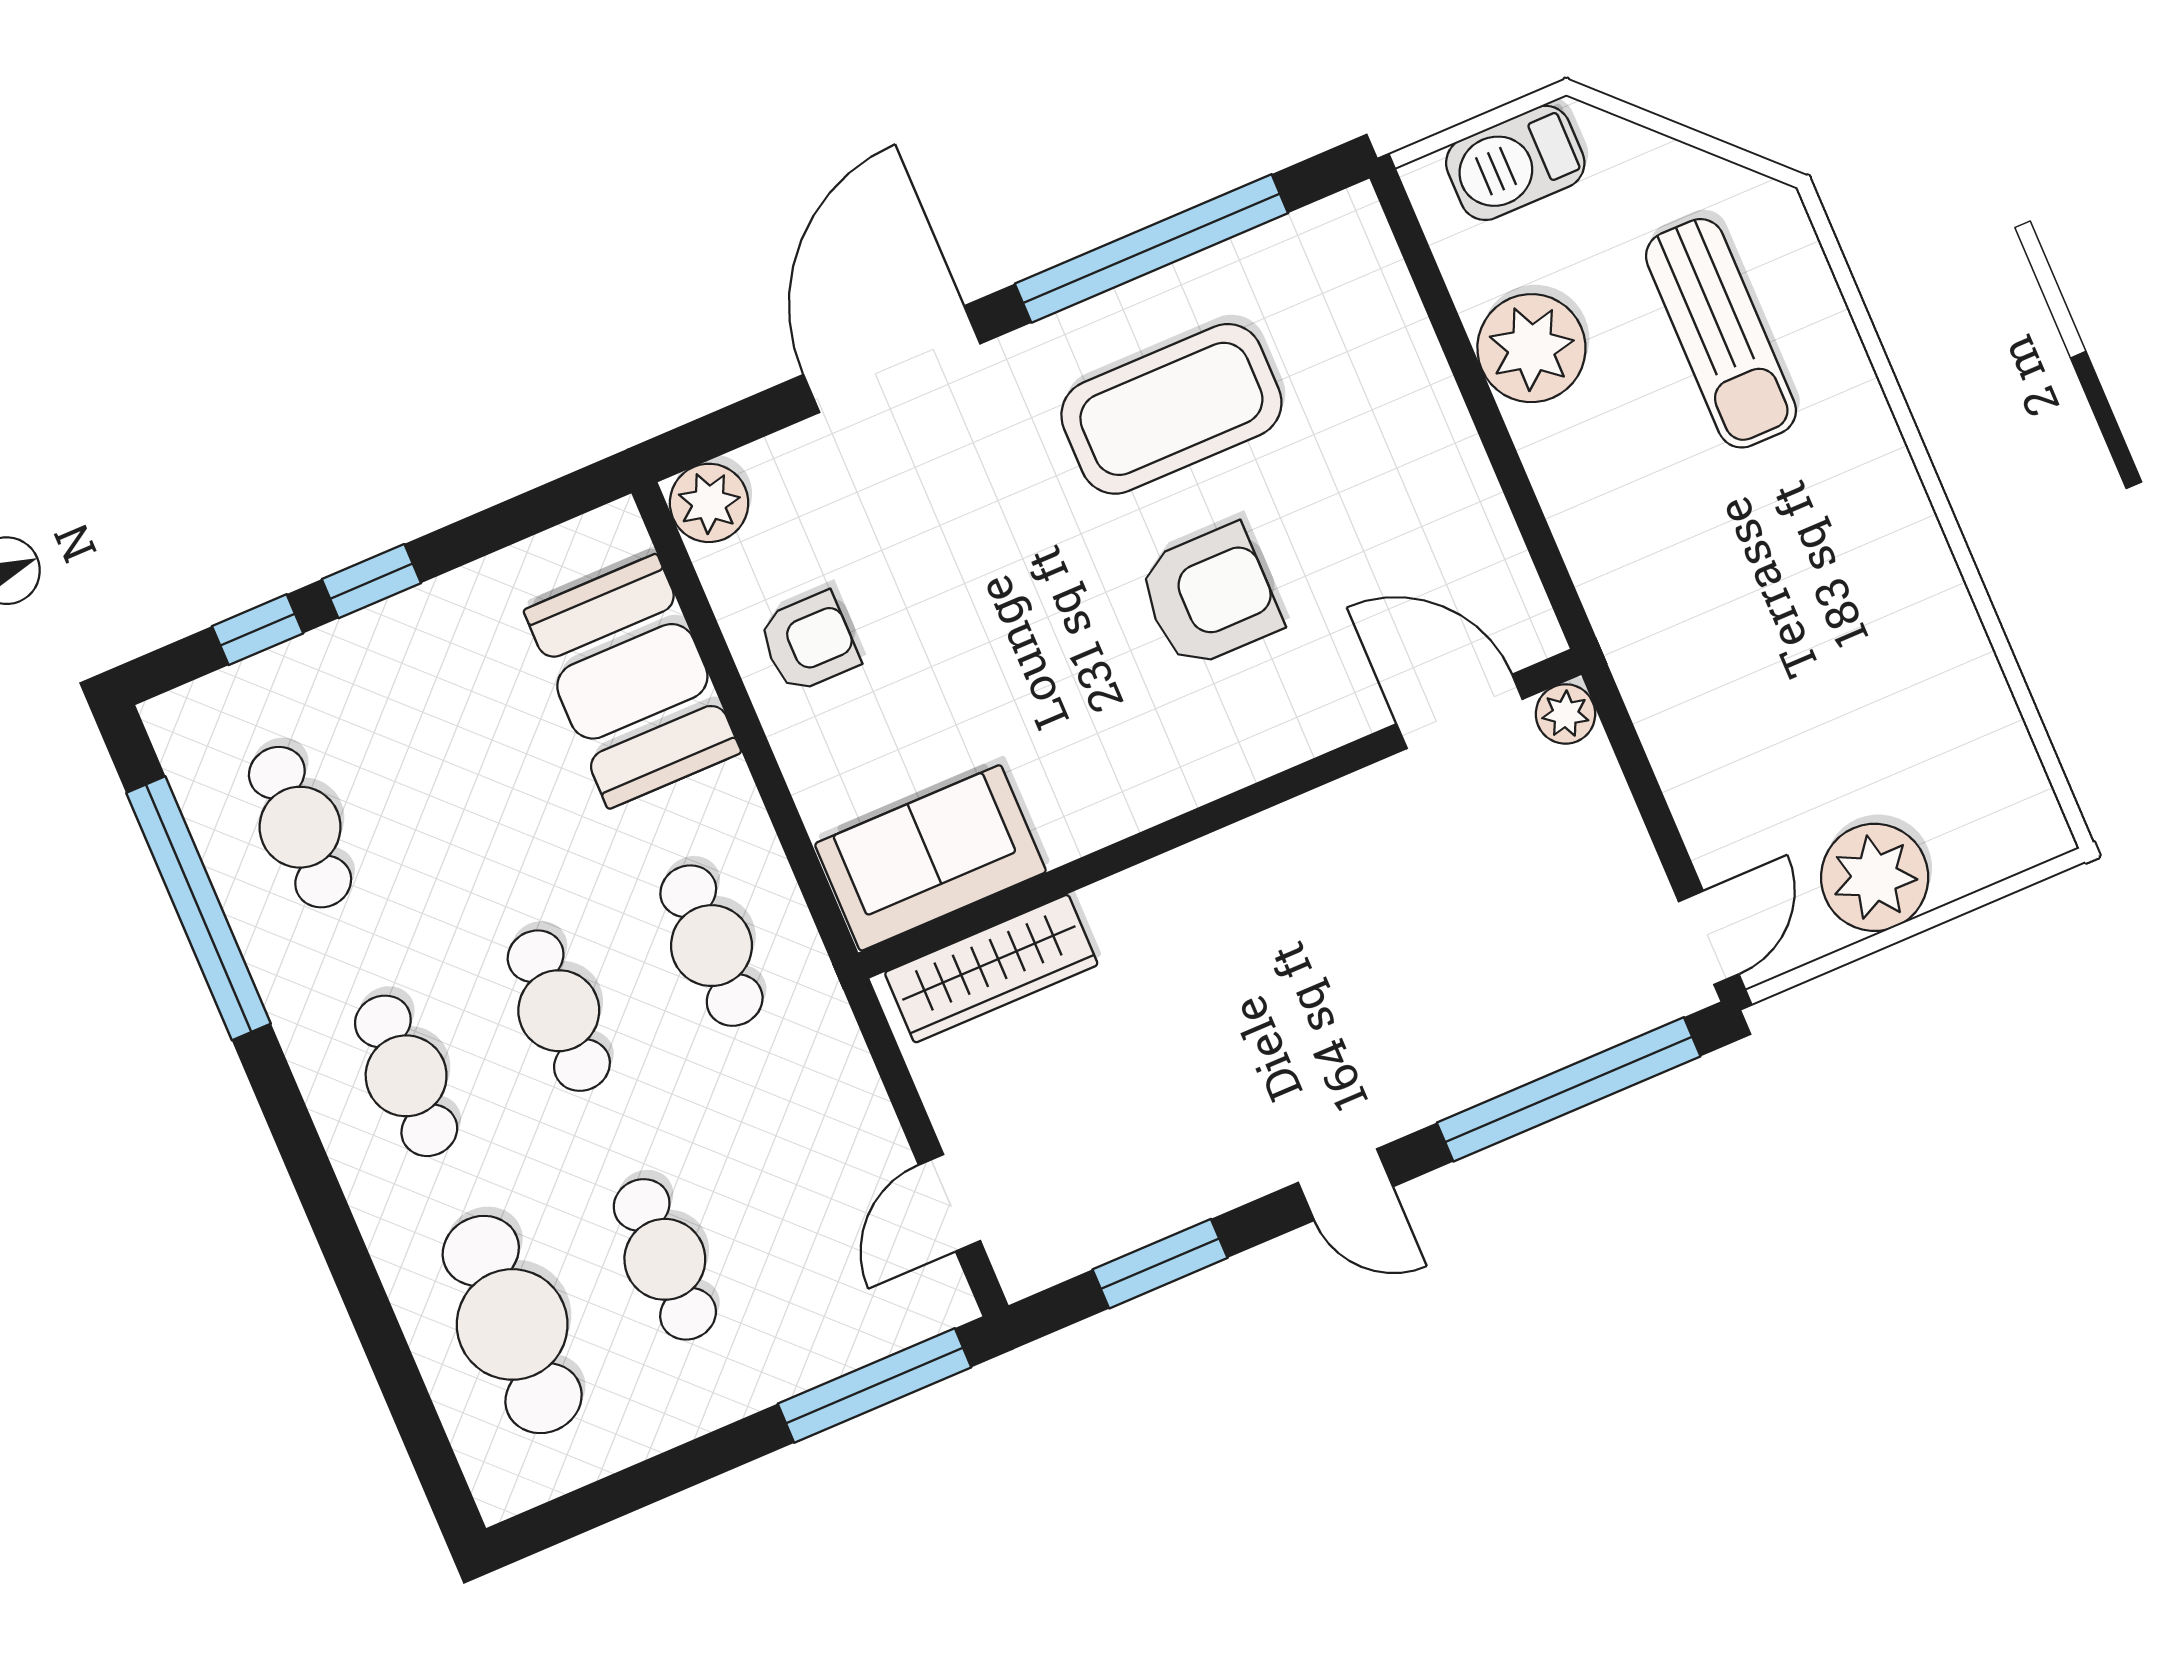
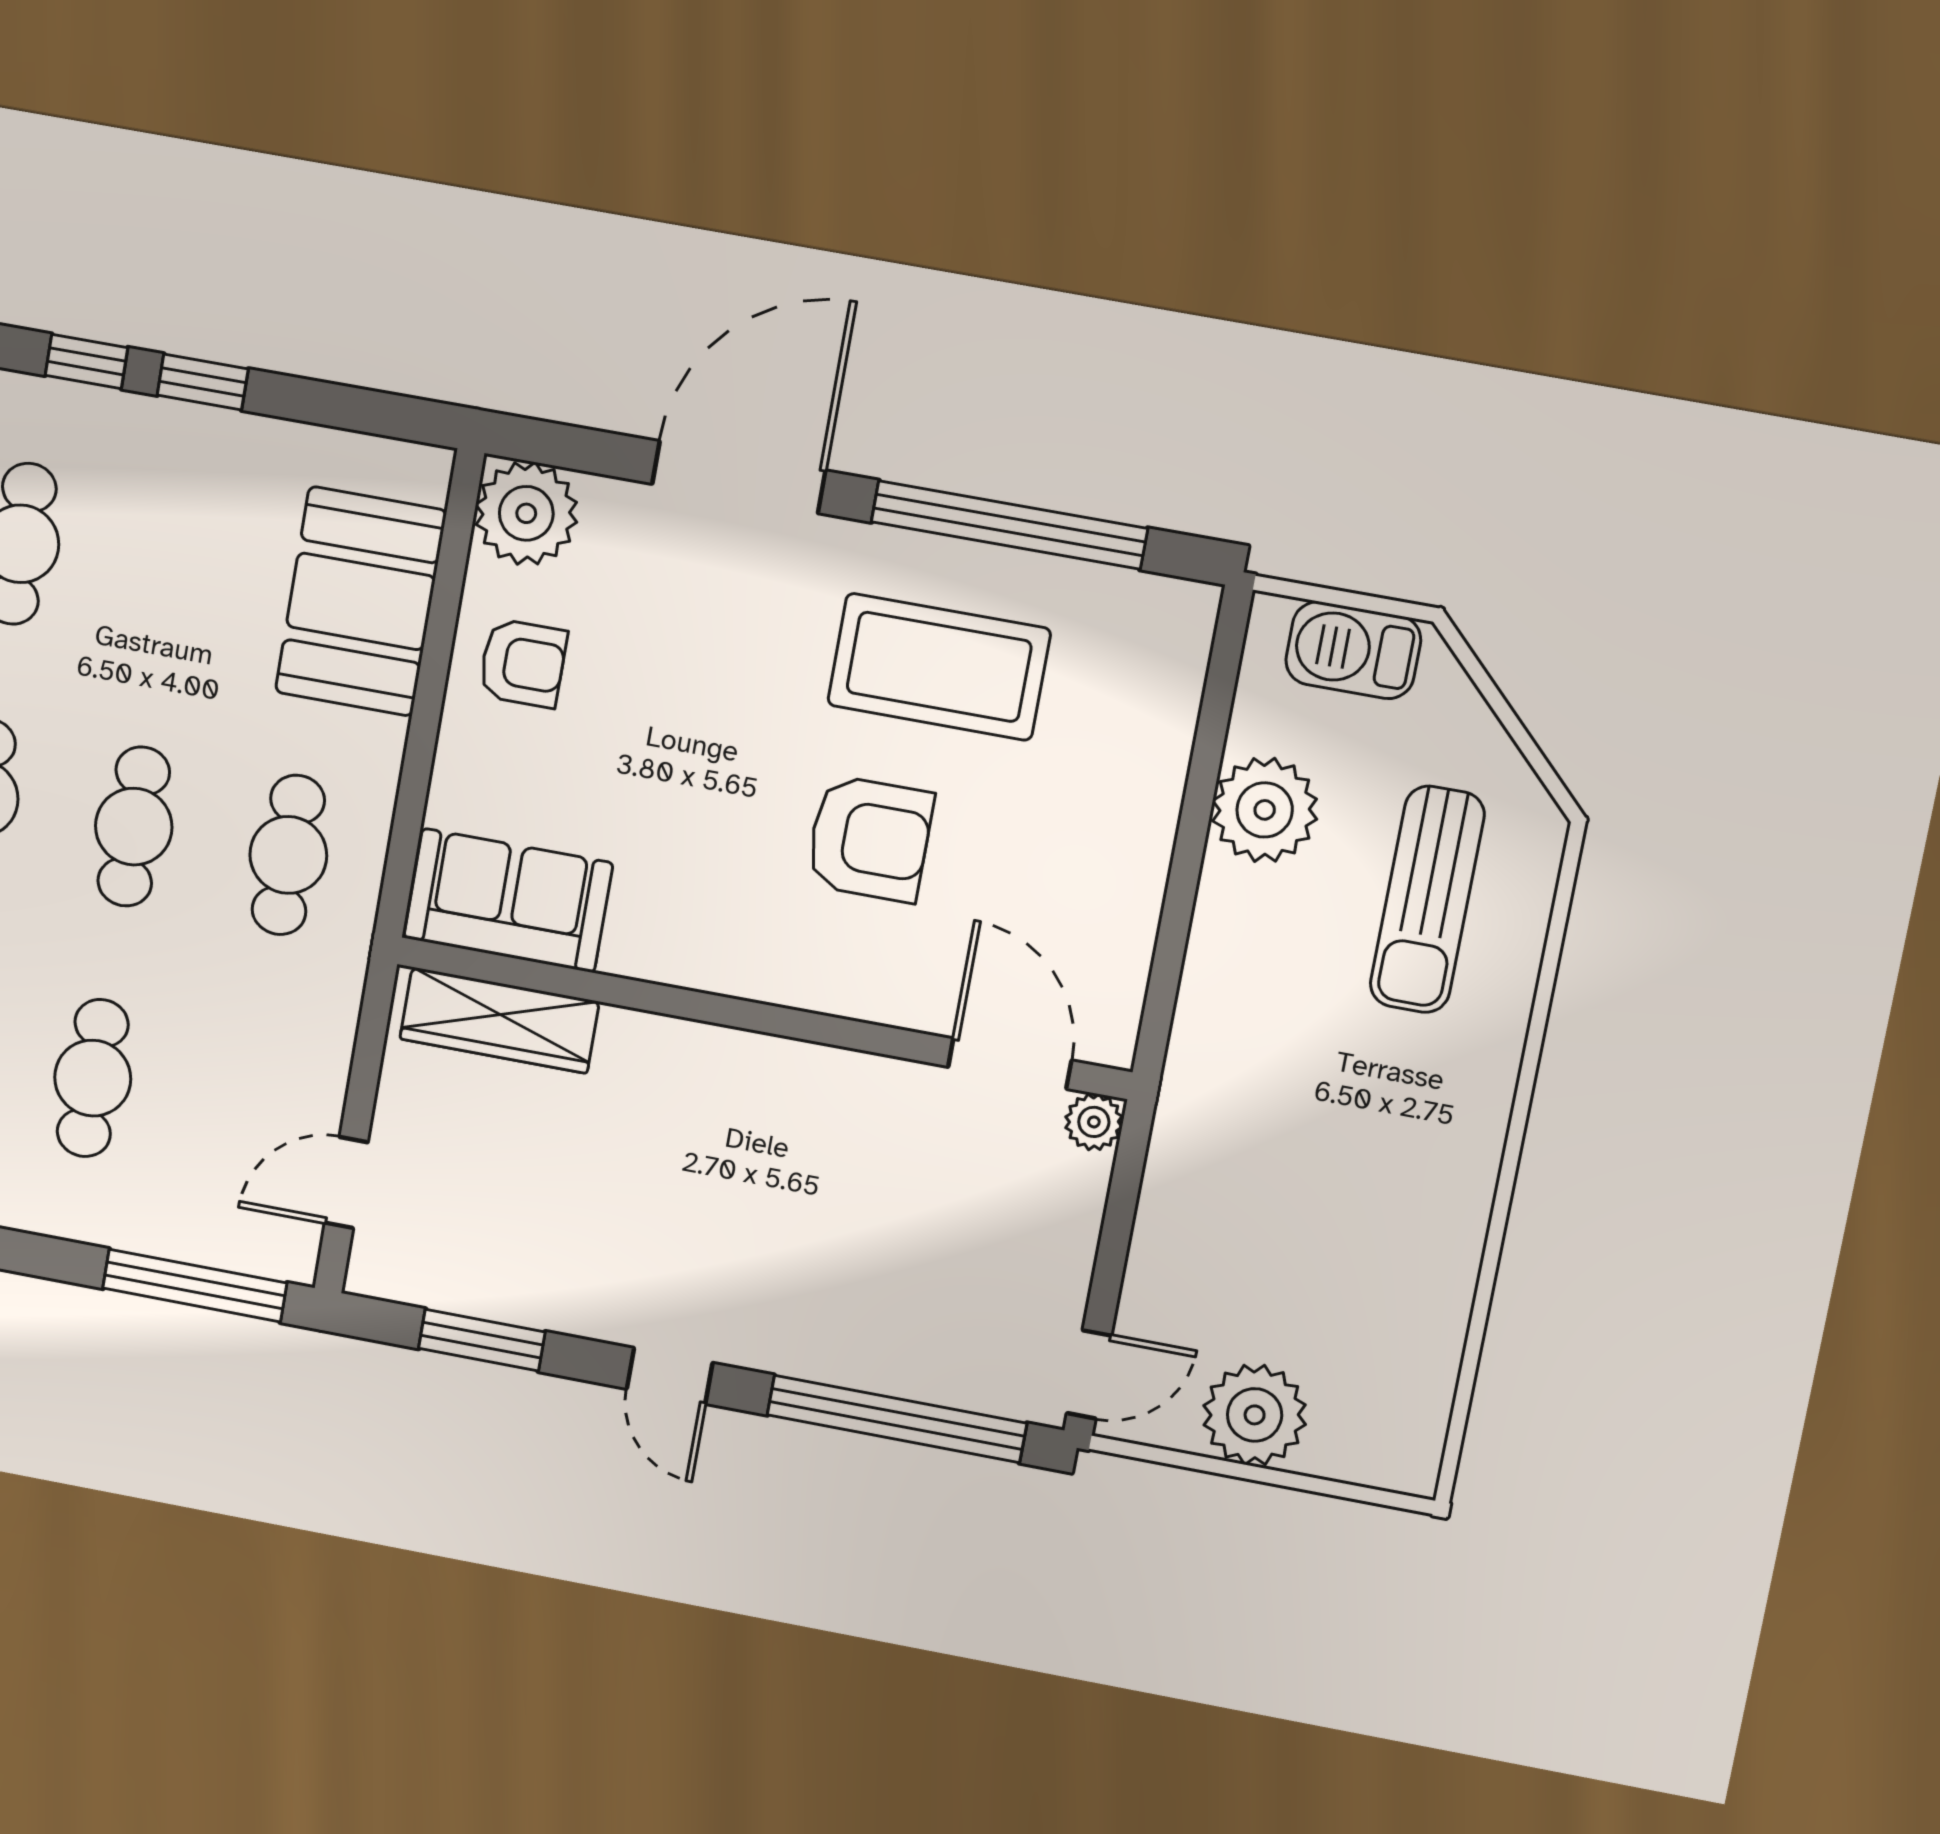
plant: (709, 503) -> (526, 513), width x1.36, depth x1.36

